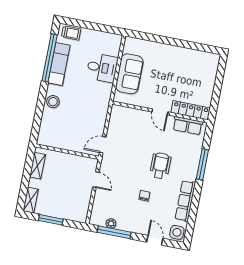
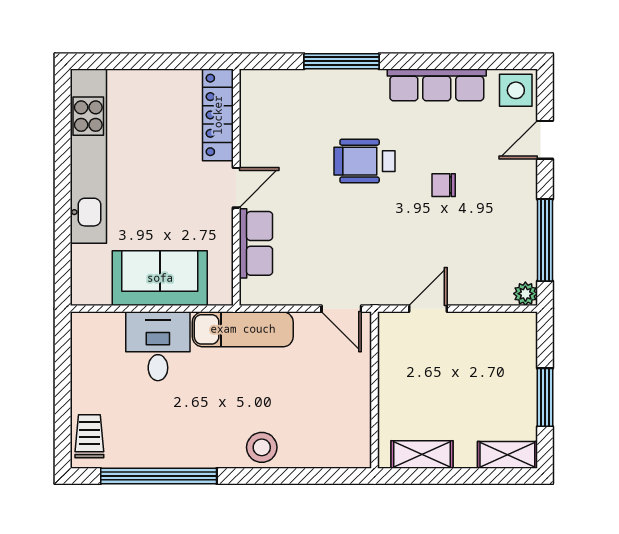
kitchen unit: (184, 55) -> (88, 156), added
exam couch: (59, 64) -> (243, 329), moved, turned 180
row of seats: (188, 126) -> (256, 243), moved
plant: (111, 223) -> (525, 294), moved

